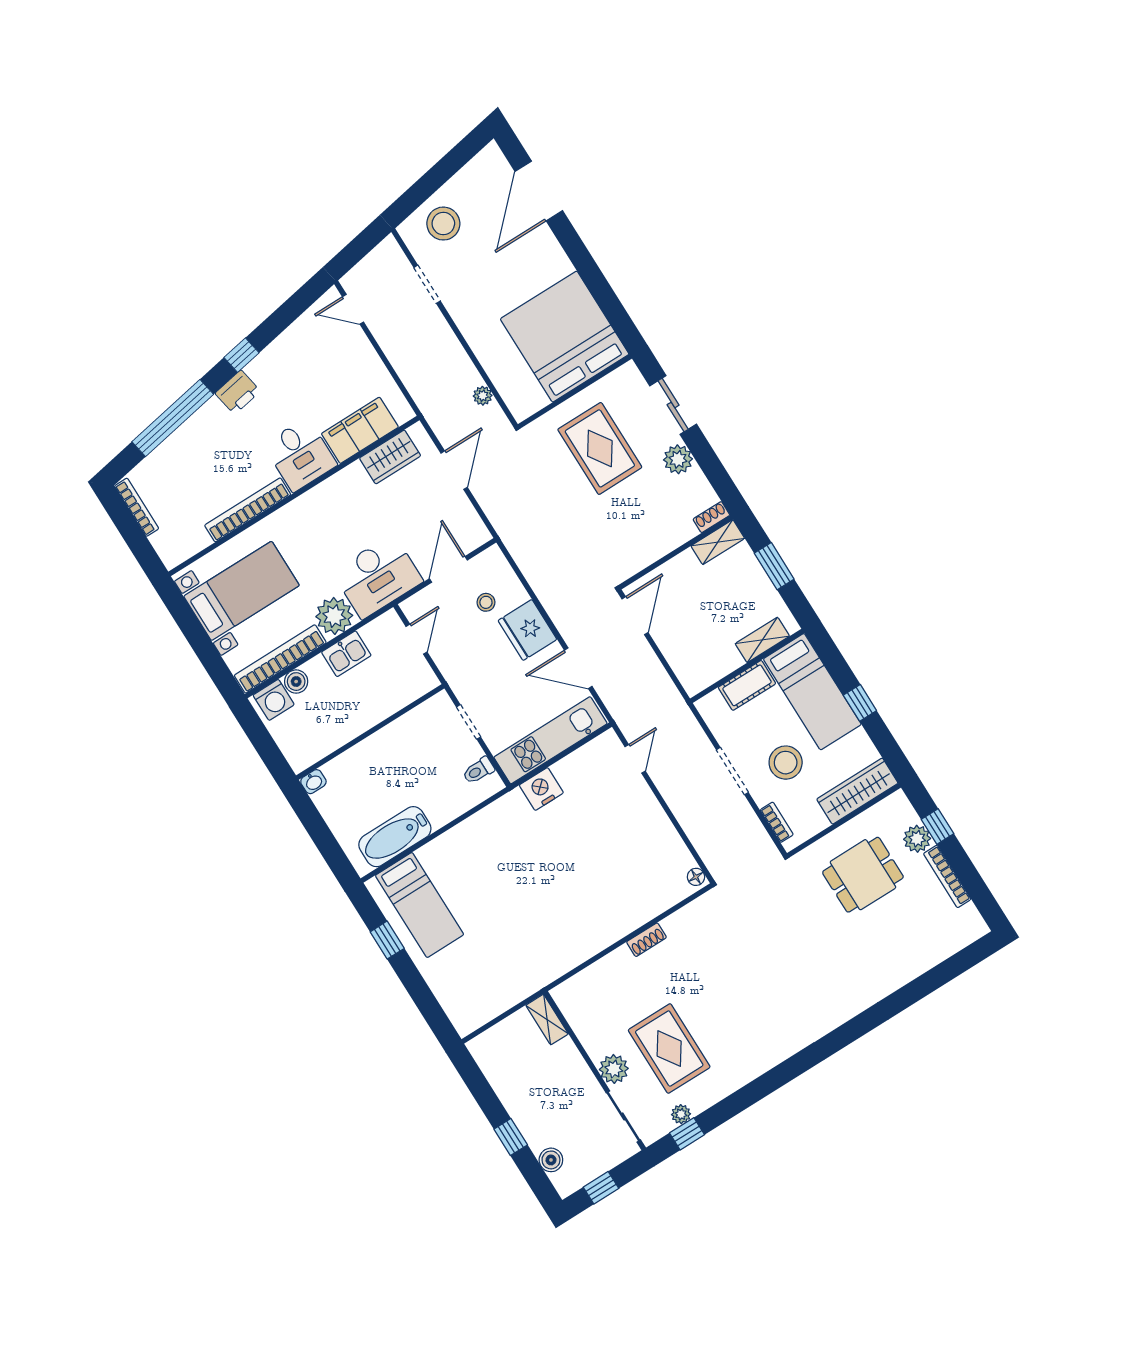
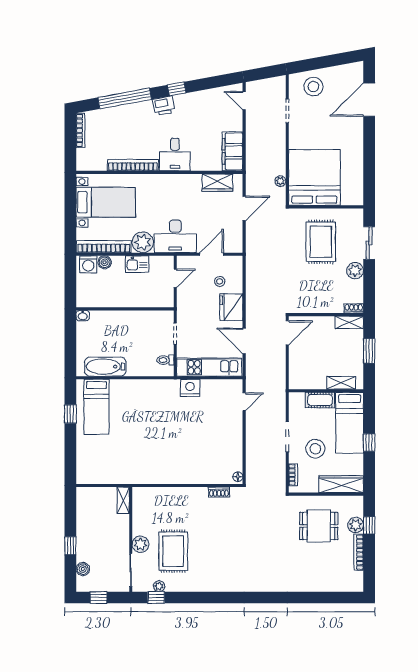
bed: (565, 337) -> (314, 177), moved
filing cabinet: (360, 430) -> (233, 151), moved, turned -90
shoe rack: (646, 940) -> (219, 492), moved

